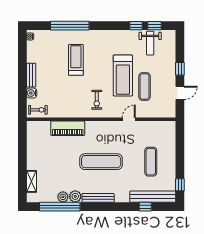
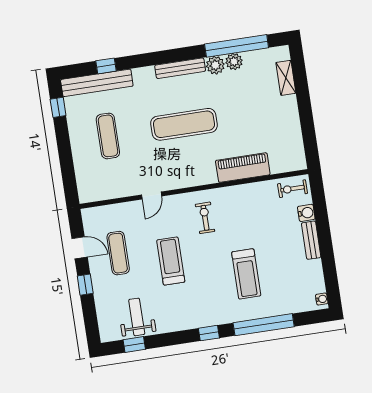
window: (136, 26) -> (209, 333), moved
treadmill: (123, 75) -> (171, 261), width x0.73, depth x0.73
exercise mat: (145, 87) -> (118, 253), moved
door: (180, 93) -> (80, 248), swing flipped

